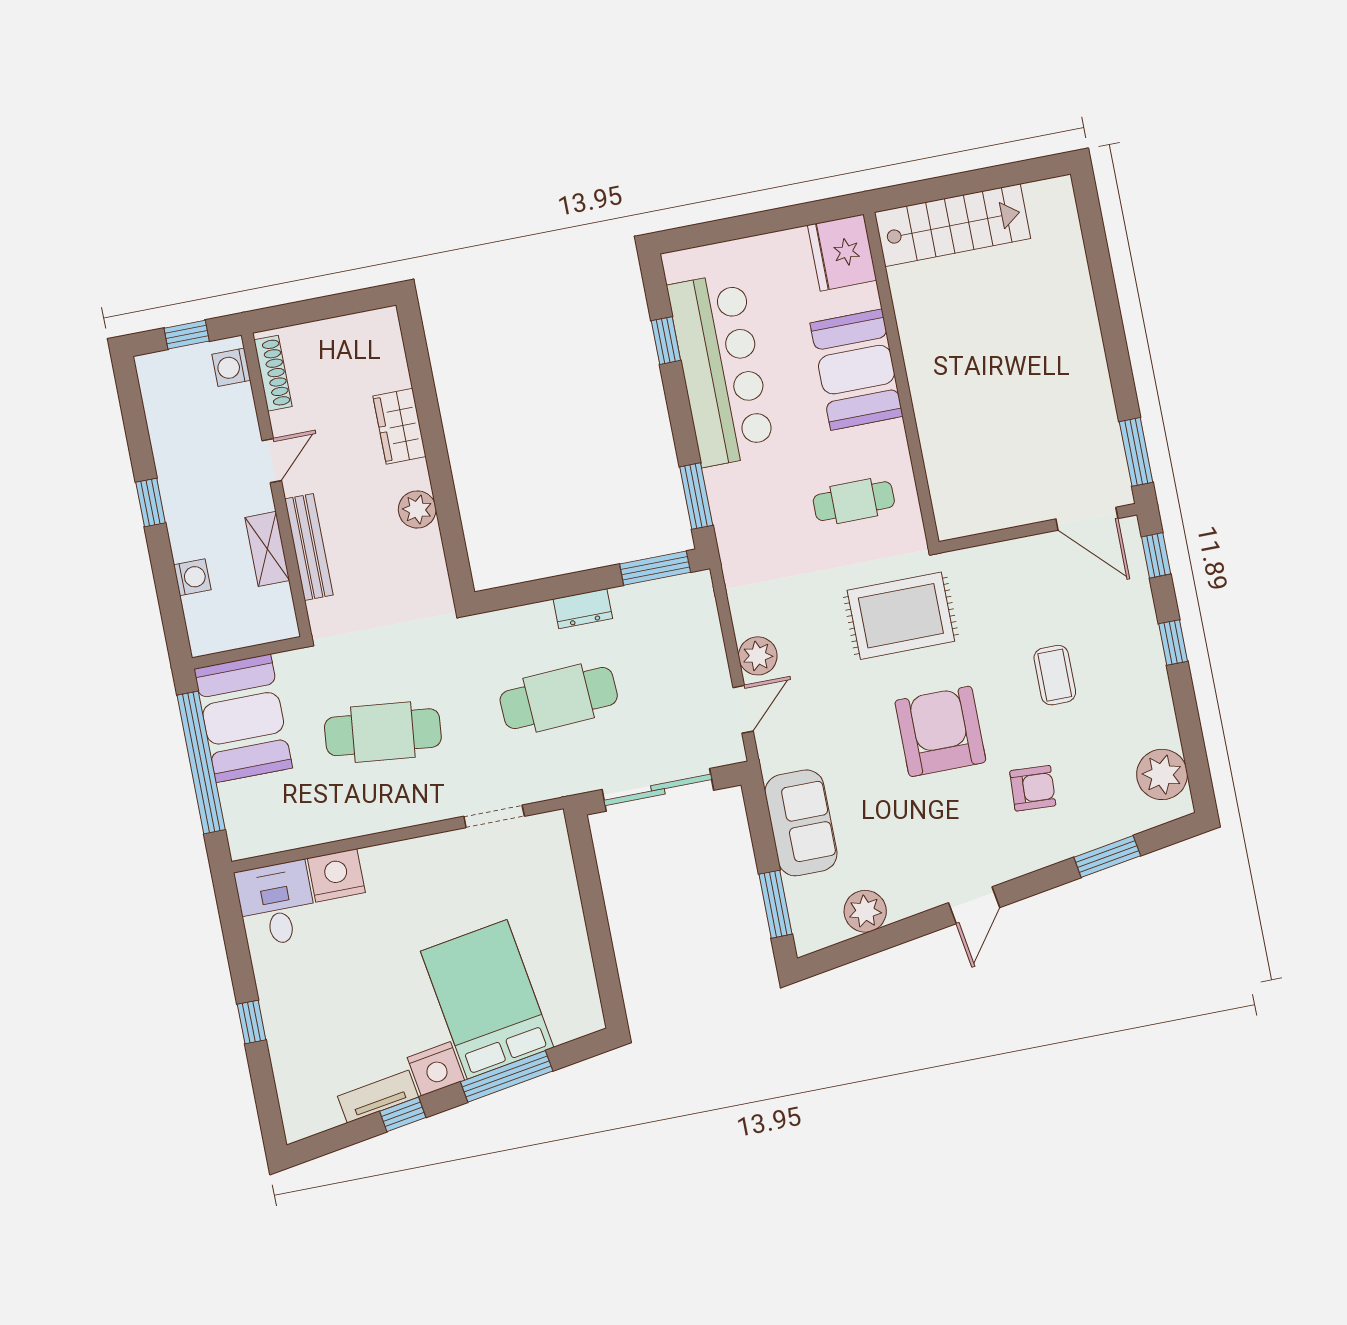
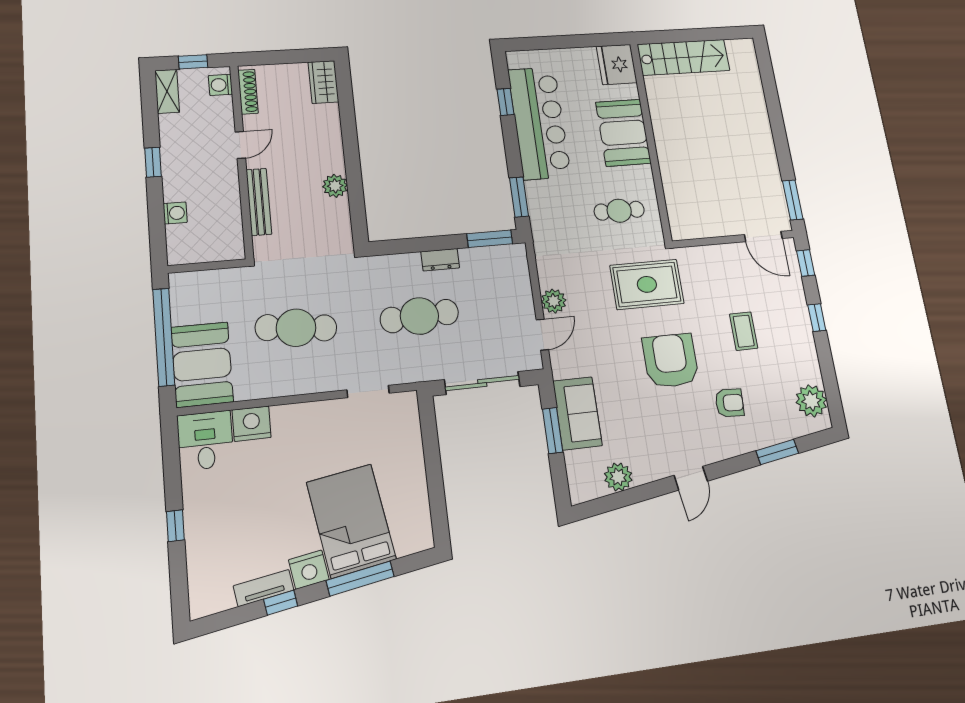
wardrobe: (399, 426) -> (323, 82), moved
shelving: (267, 549) -> (167, 91), moved
booth: (243, 718) -> (202, 364), moved
window: (776, 904) -> (553, 430), moved

